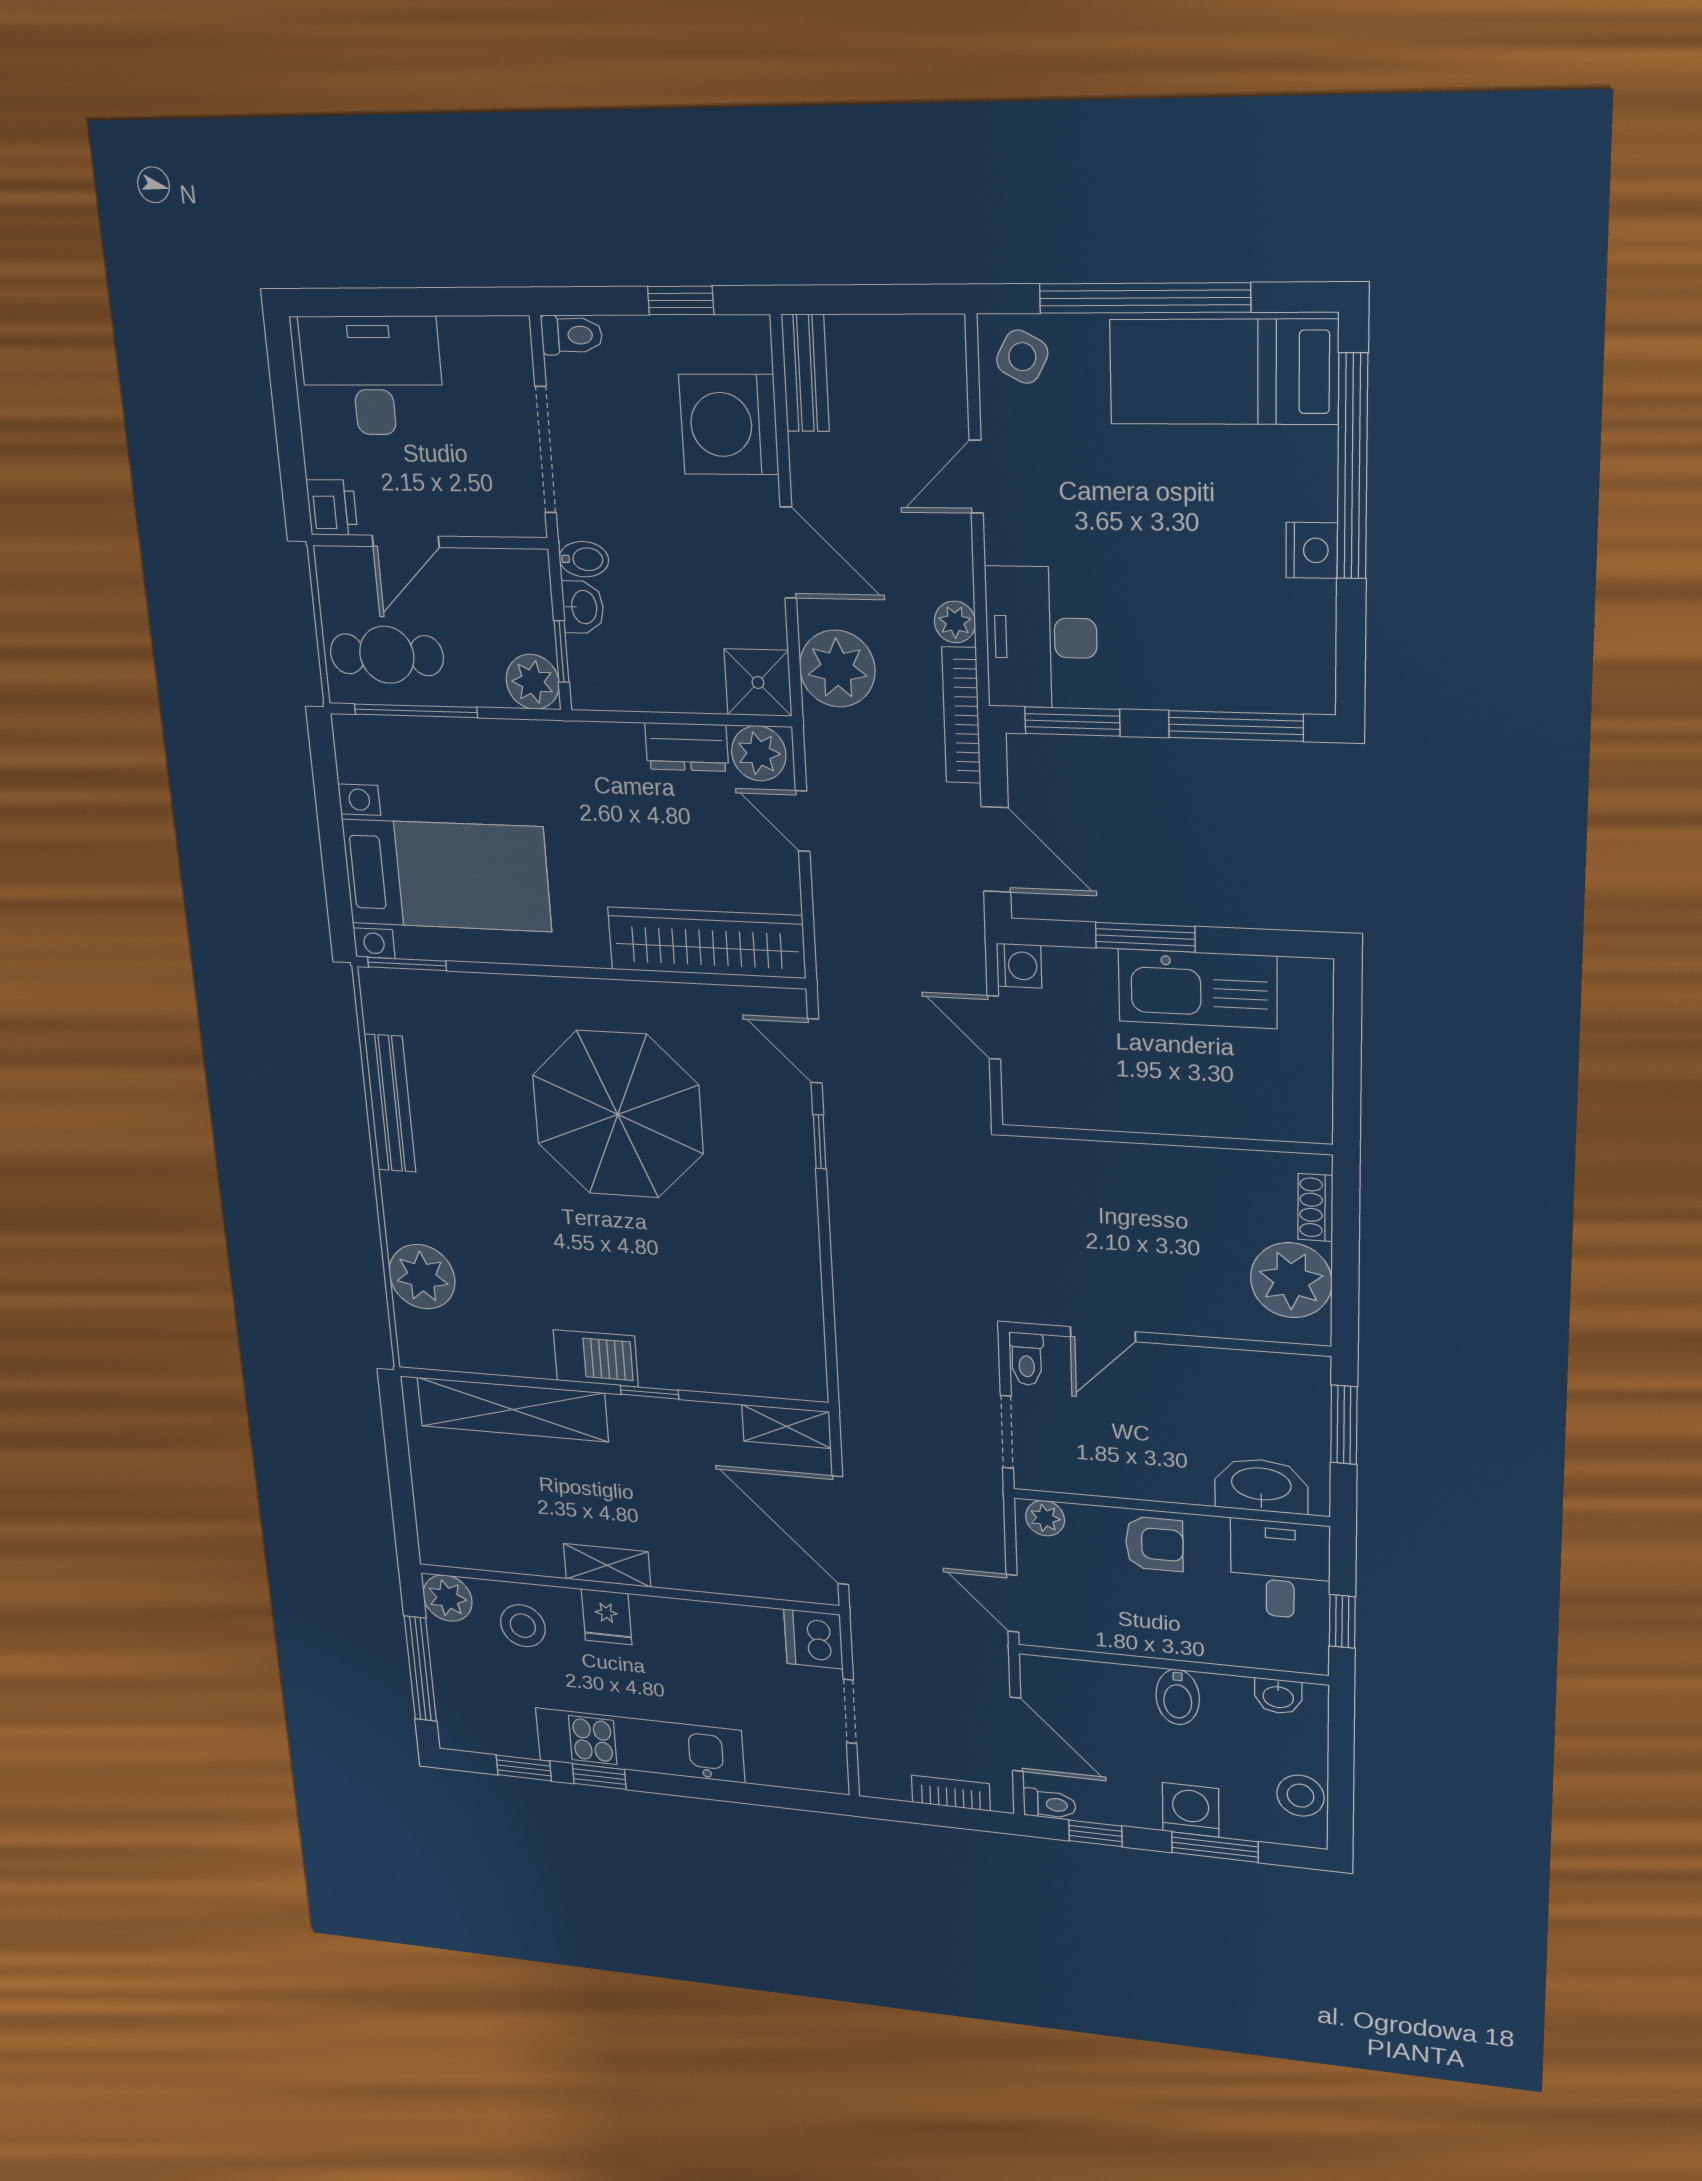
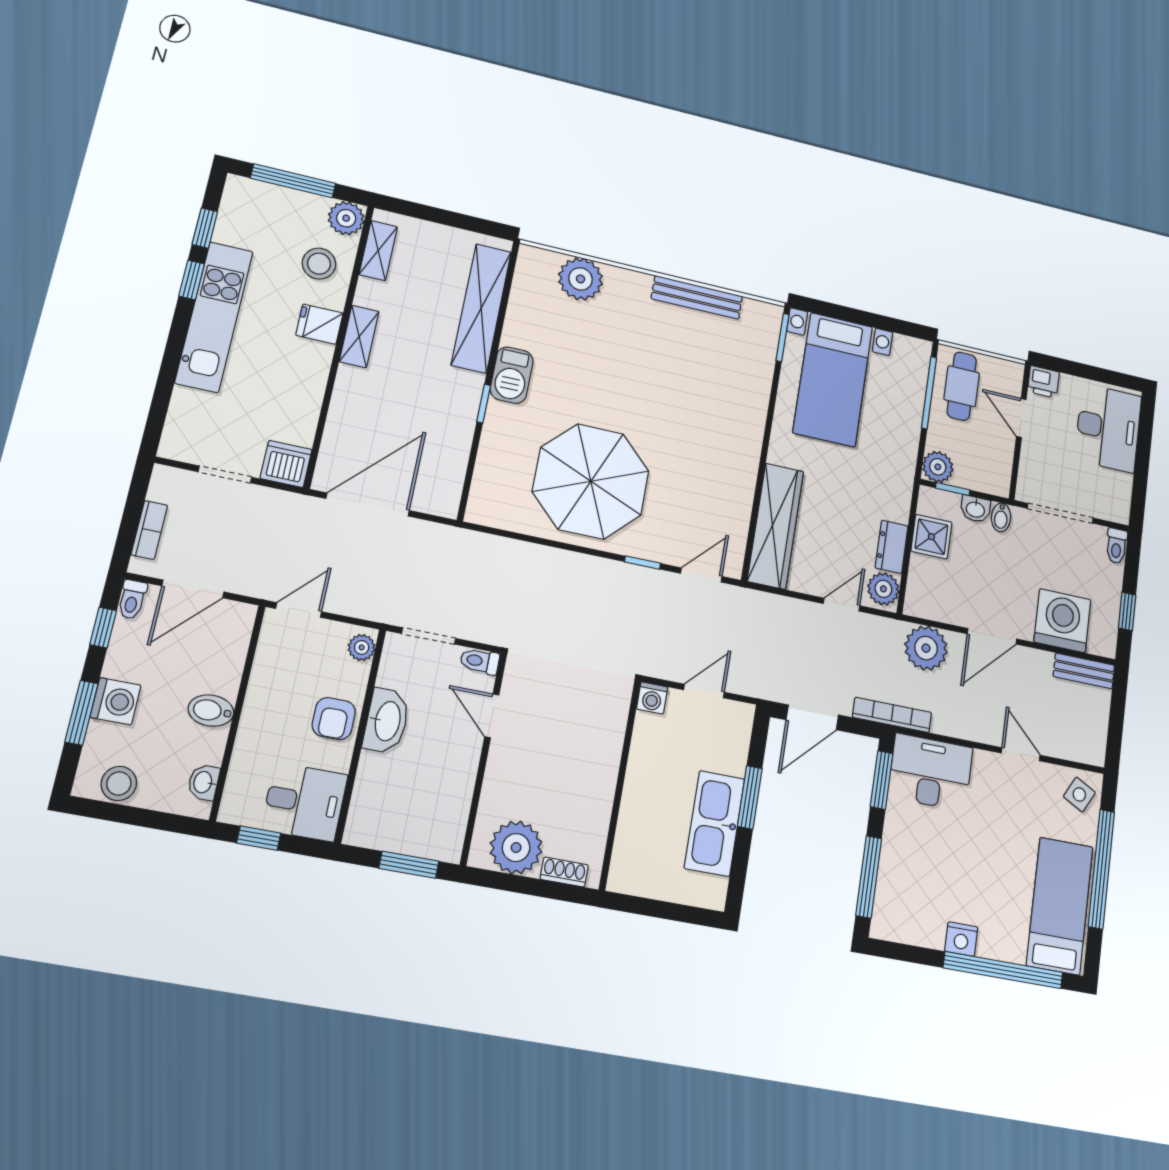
plant: (955, 622) -> (944, 724), removed
shower: (758, 683) -> (931, 537), moved
washing machine: (1019, 966) -> (652, 698), moved
parasol: (618, 1114) -> (591, 481), moved
shelving: (786, 1426) -> (378, 251), moved
washbasin: (1261, 1485) -> (387, 721), moved

